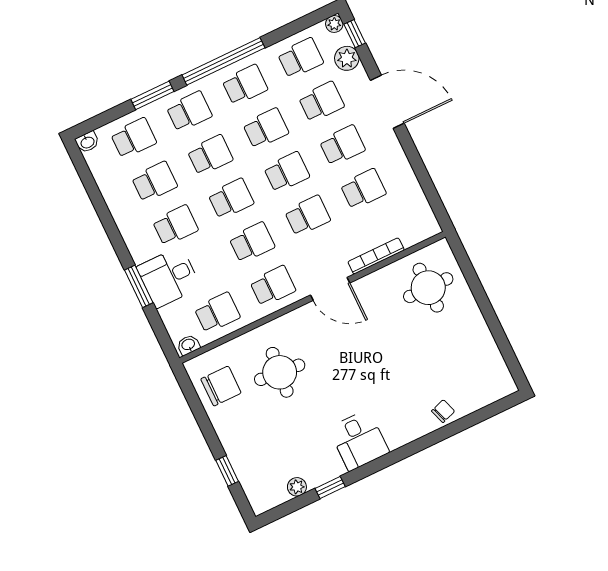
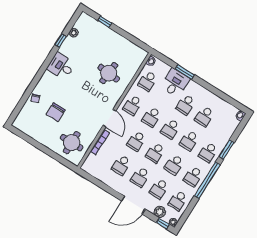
school desk: (134, 138) -> (223, 128), removed
door: (330, 289) -> (110, 118), swing flipped
chair: (221, 386) -> (56, 112), moved

